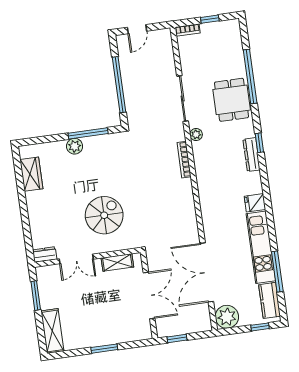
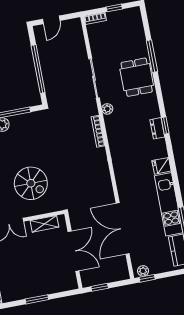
window: (250, 77) -> (152, 56), width x0.68
window: (259, 143) -> (165, 125), moved
dresser: (252, 155) -> (157, 128), width x0.70
spiral stairs: (104, 215) -> (31, 183), turned 90
plant: (227, 317) -> (143, 271), width x0.53, depth x0.53
window: (260, 327) -> (147, 278), moved

